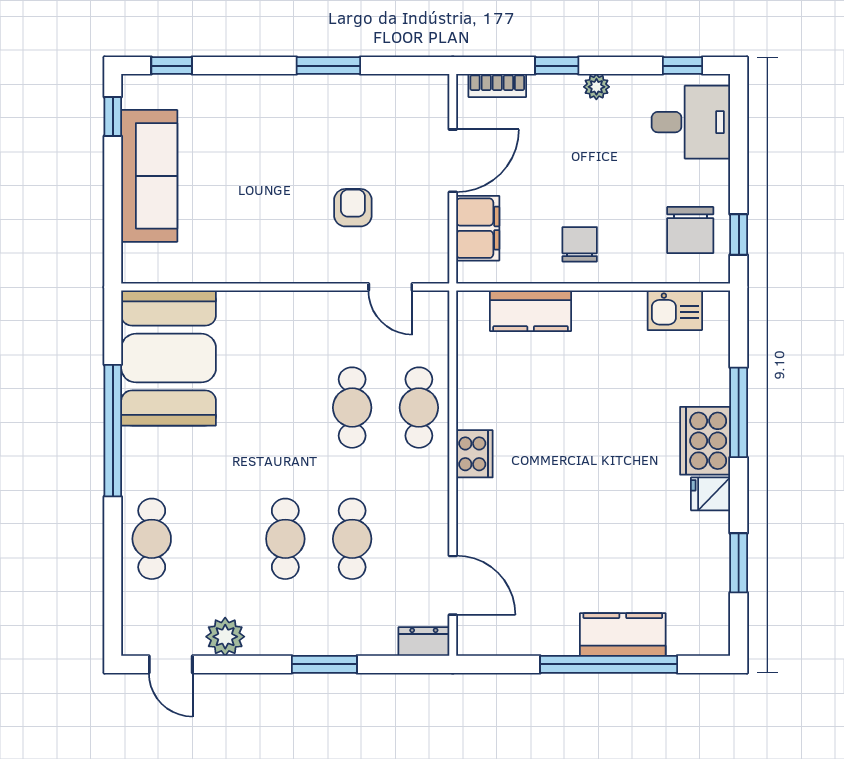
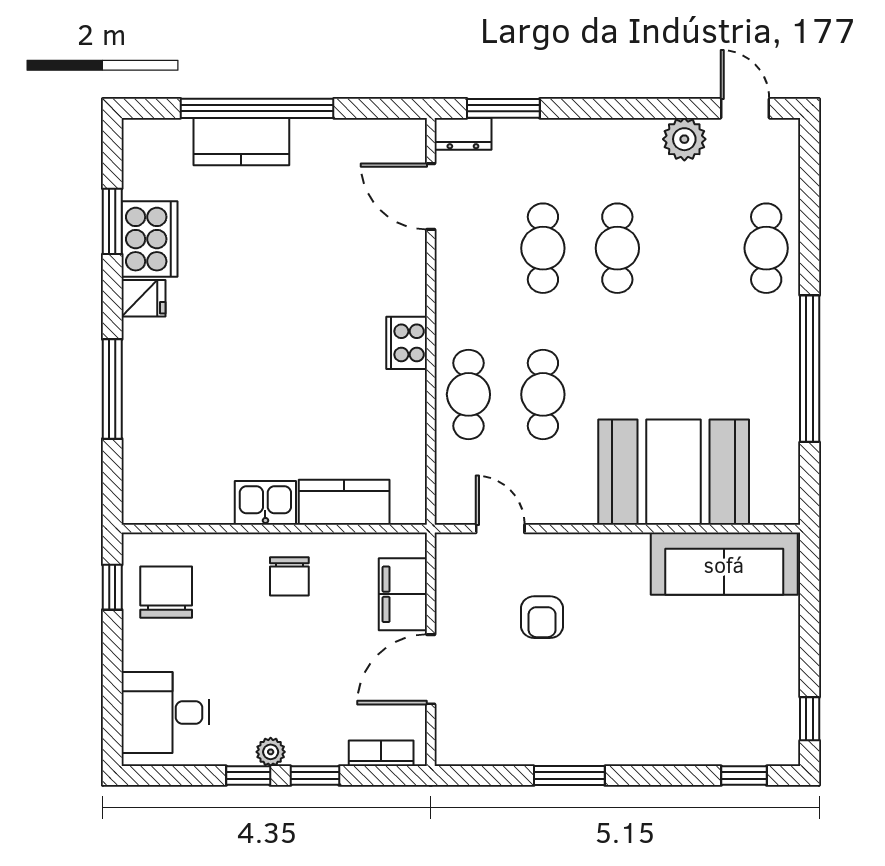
window: (683, 66) -> (248, 776), moved
sofa: (149, 176) -> (724, 564), moved, turned -90
kitchen sink: (675, 310) -> (265, 503), moved
booth: (169, 358) -> (674, 472), moved, turned 90
cooker: (705, 441) -> (150, 239), moved
window: (324, 664) -> (503, 108), moved

